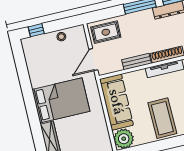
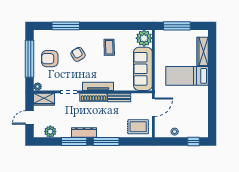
bed: (61, 100) -> (187, 76), width x0.67
coffee table: (162, 118) -> (109, 47), width x0.54, depth x0.58

